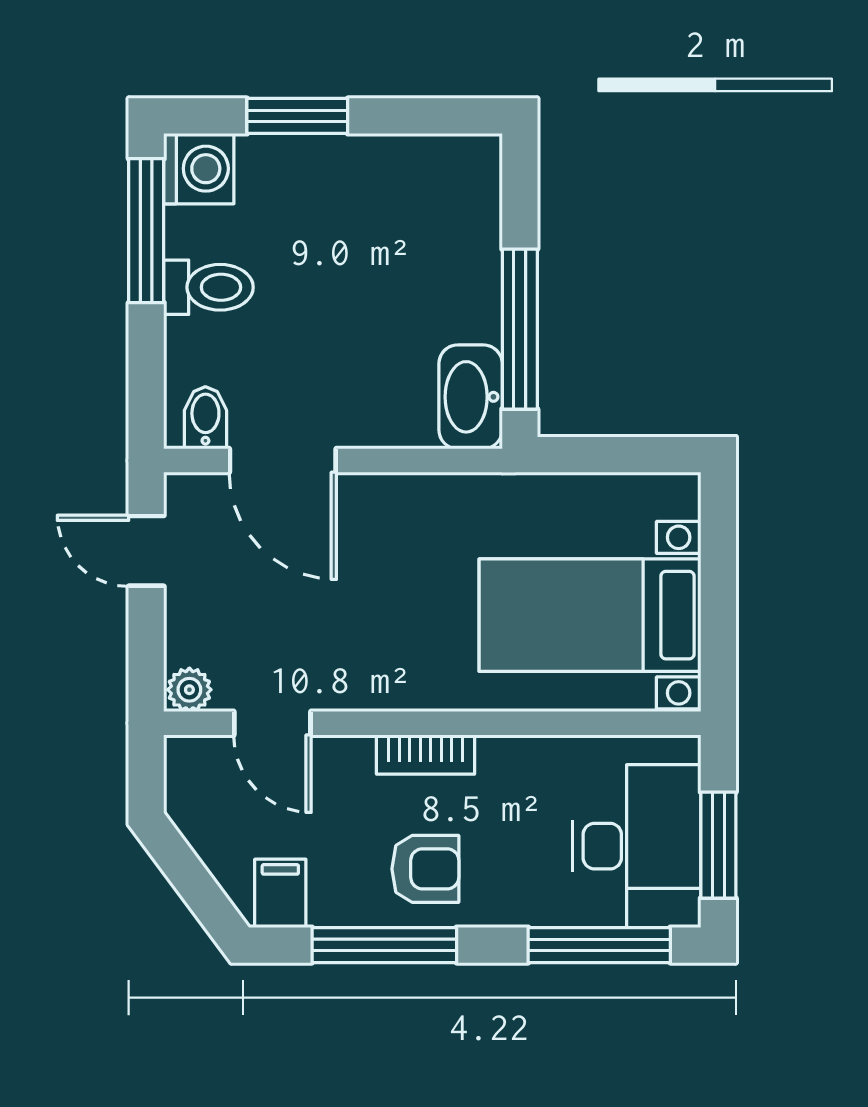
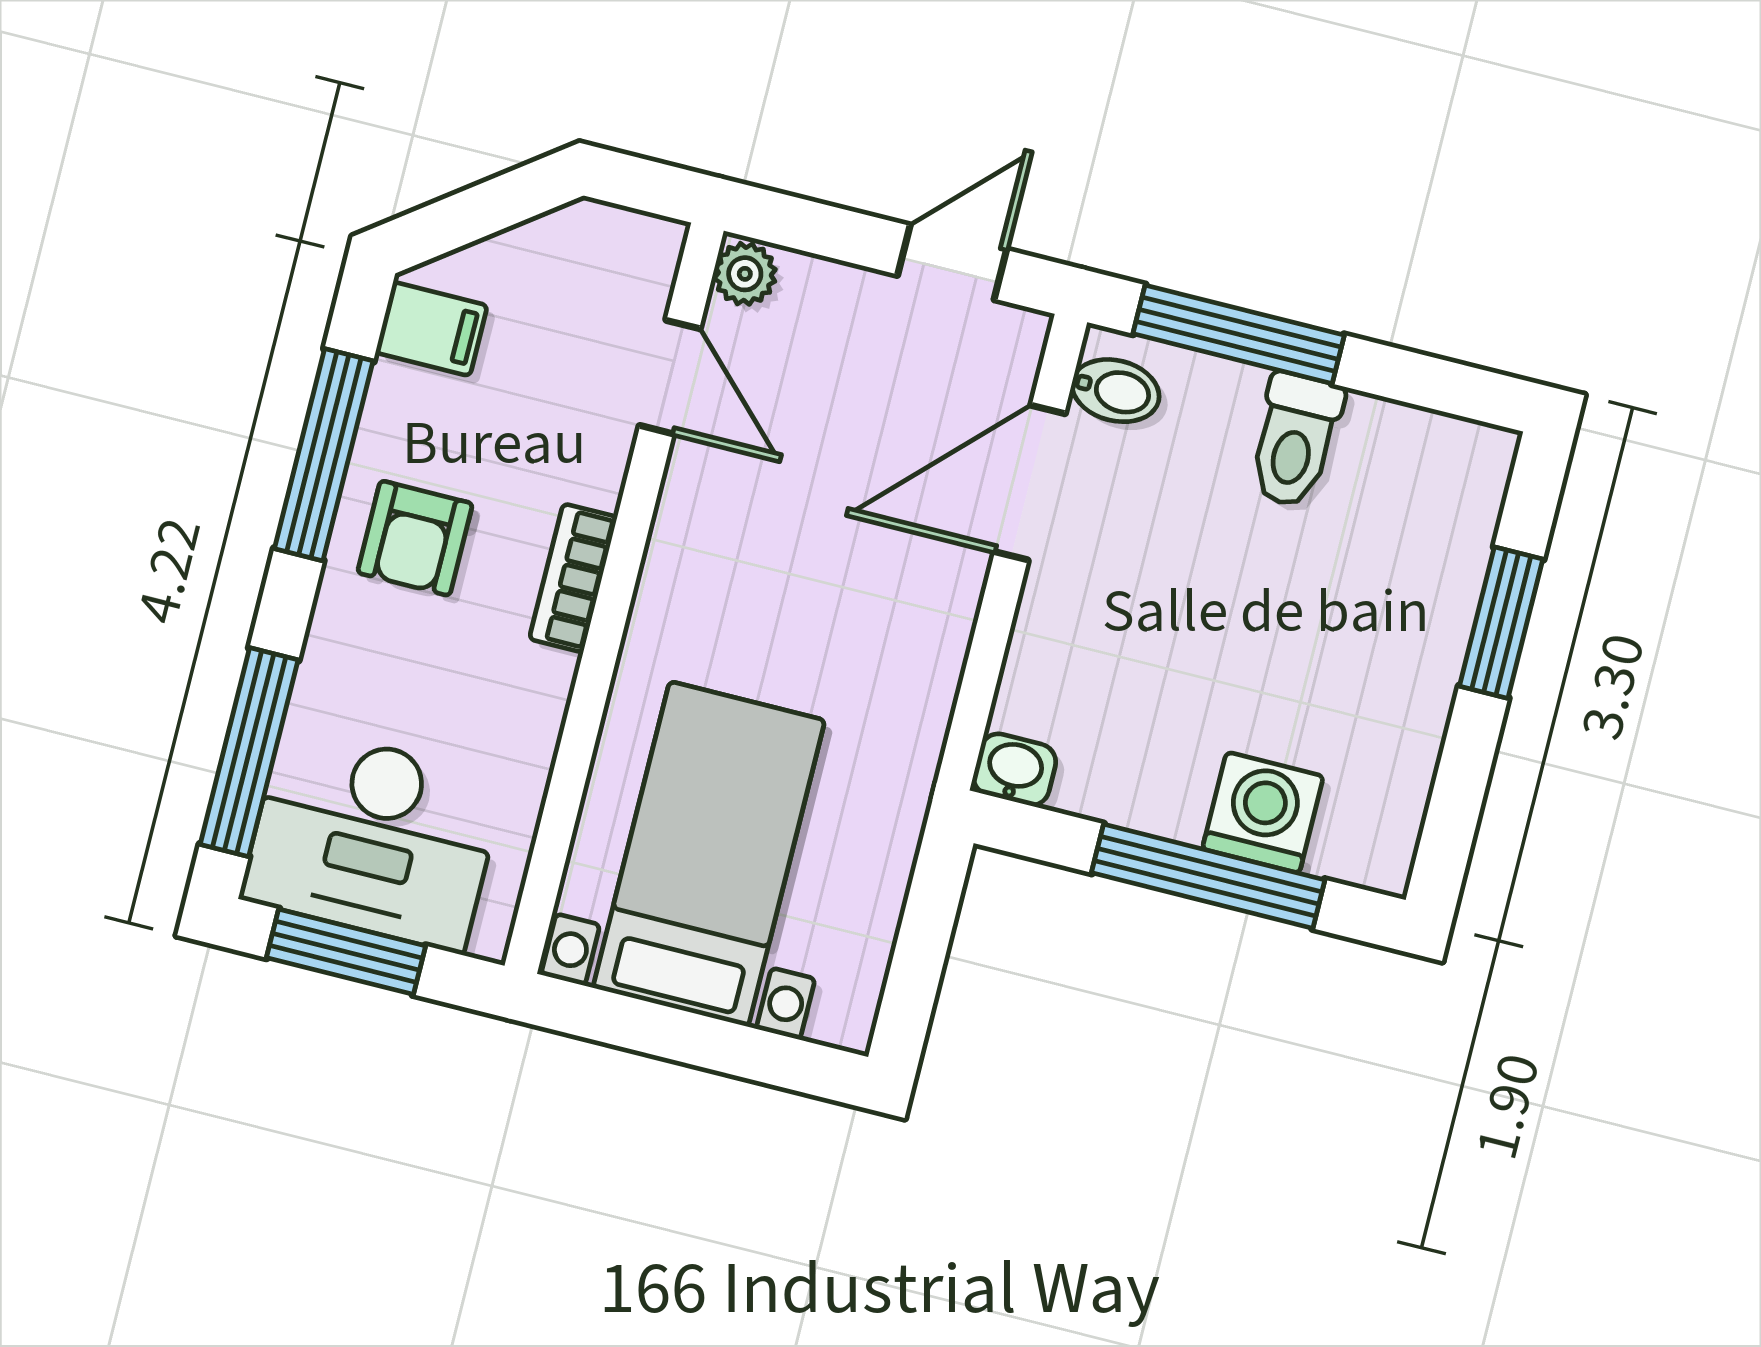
washing machine: (199, 169) -> (1263, 813), moved, turned 180
window: (146, 231) -> (1239, 334), moved
window: (520, 329) -> (1208, 876), moved
washbasin: (471, 397) -> (1015, 770), width x0.52, depth x0.69
door: (272, 723) -> (670, 377), swing flipped

